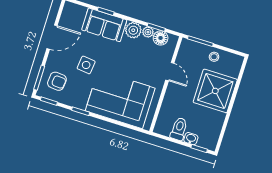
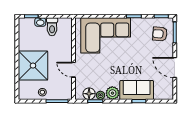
door: (52, 37) -> (175, 67), hinge flipped
side table: (86, 65) -> (141, 54), removed

